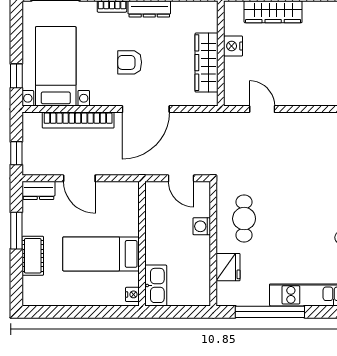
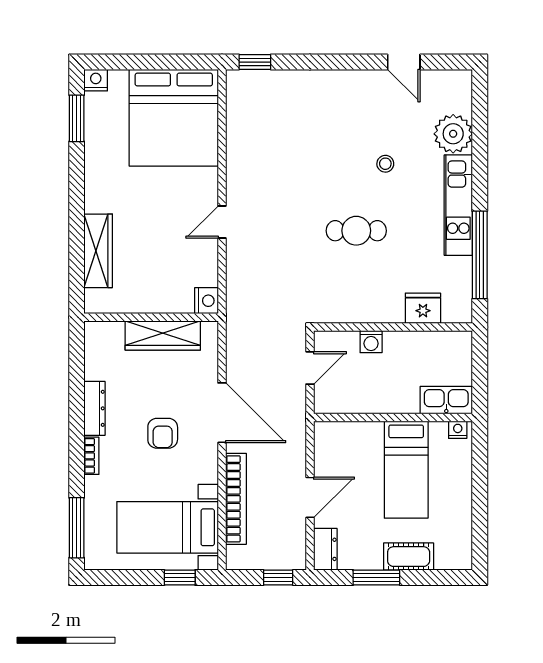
nightstand: (233, 46) -> (206, 301), moved, turned -90
door: (262, 109) -> (222, 222), moved
cafe table: (244, 219) -> (356, 231), moved

